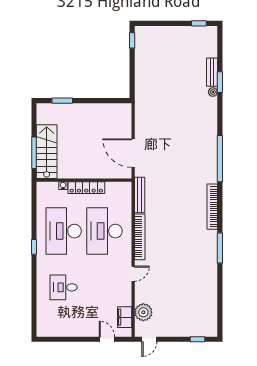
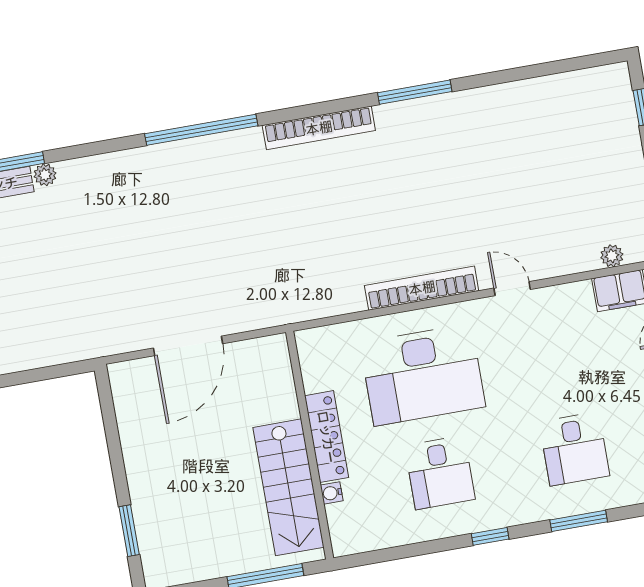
stairs: (47, 152) -> (288, 487), moved, turned -90
door: (133, 153) -> (188, 346), moved
bench: (140, 195) -> (322, 306), removed
desk: (64, 231) -> (440, 473), width x0.53, depth x0.77
window: (34, 284) -> (579, 521), added
plant: (143, 312) -> (612, 256), width x0.53, depth x0.53

